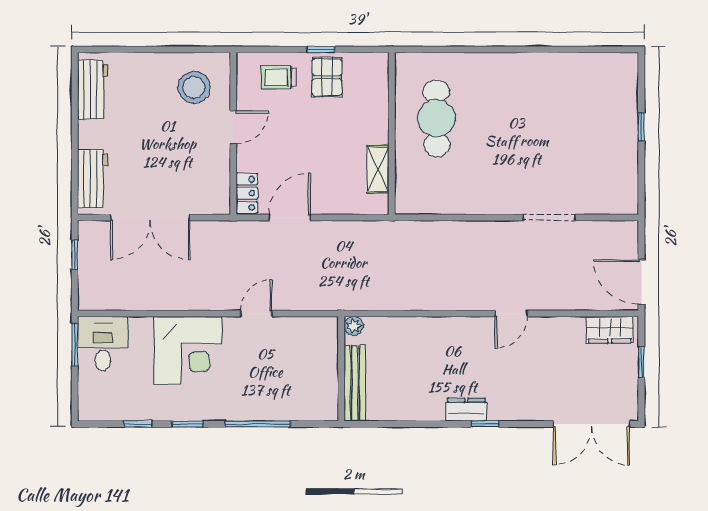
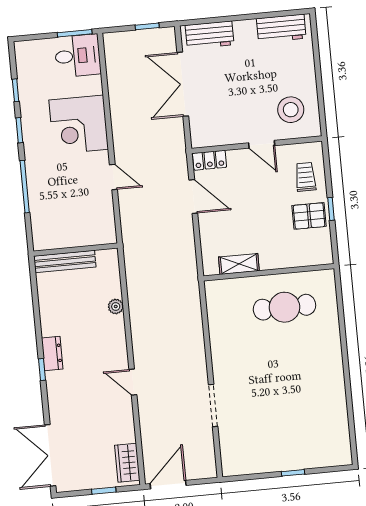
plant: (354, 326) -> (116, 306), moved

